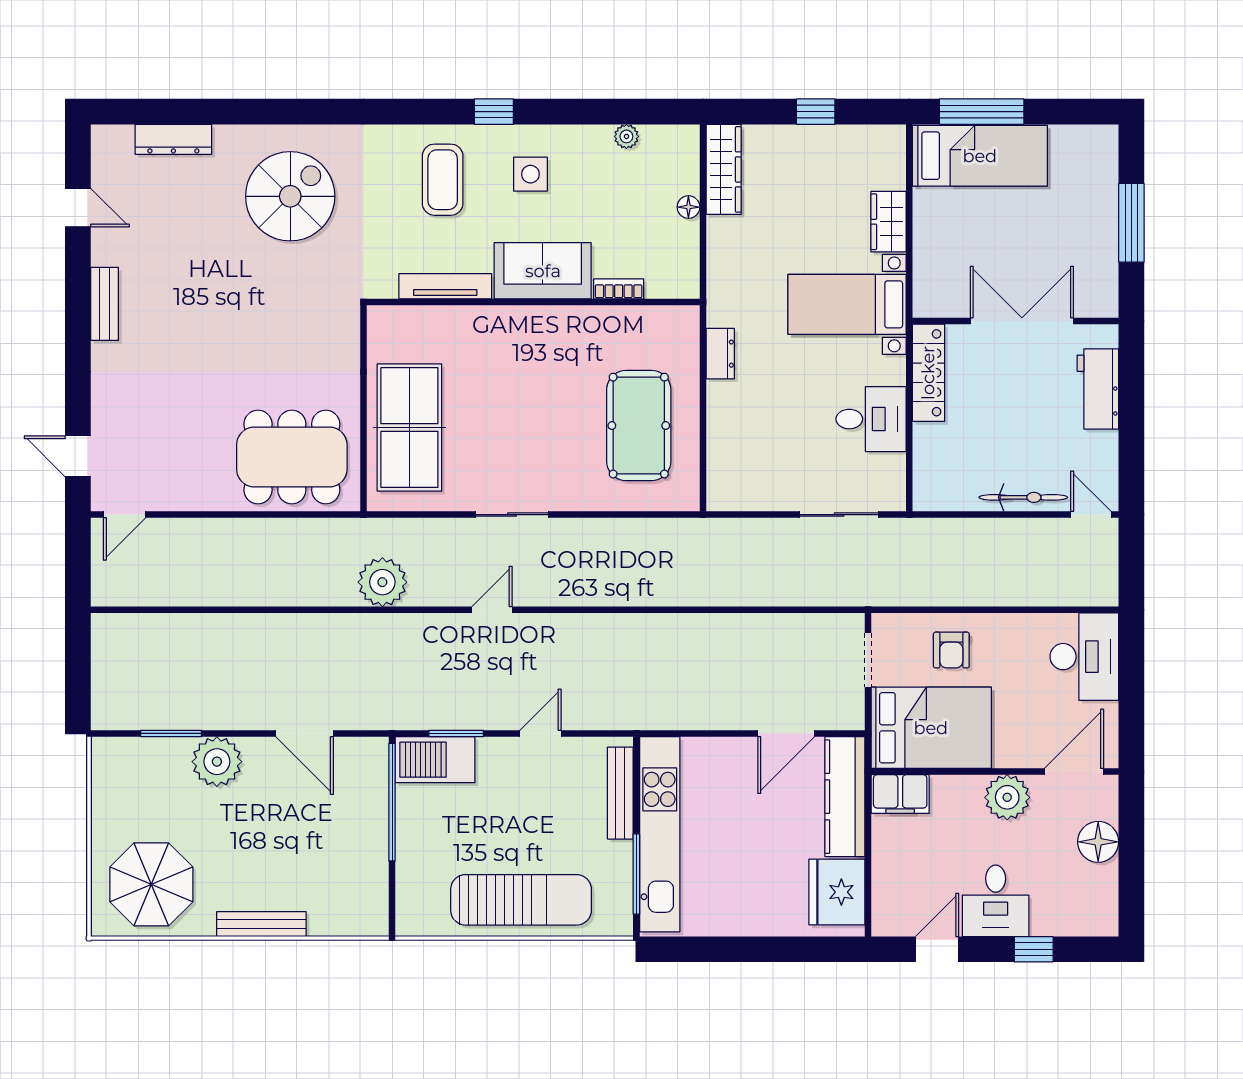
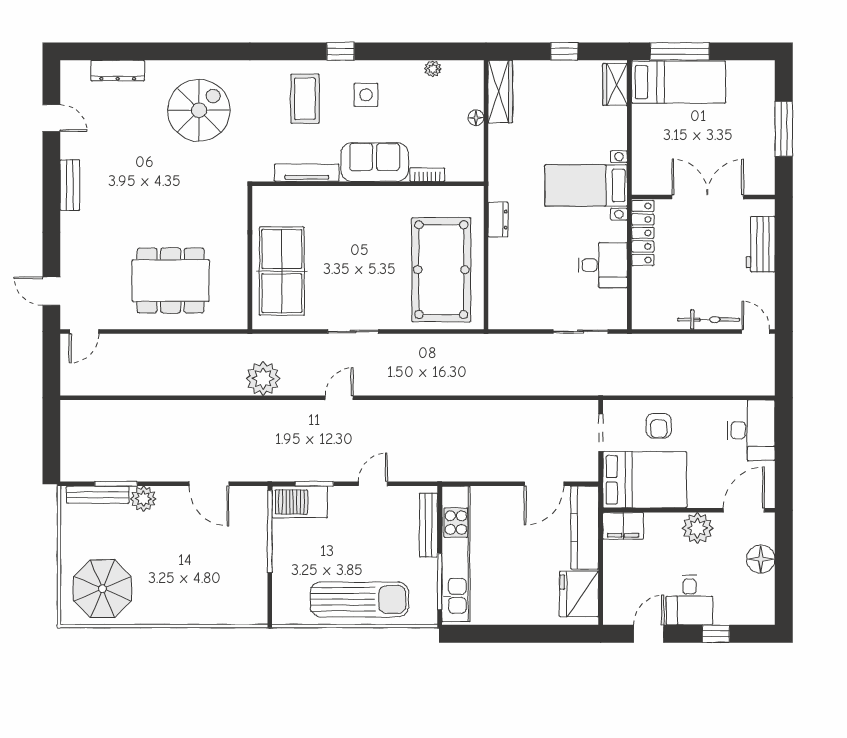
wardrobe: (889, 222) -> (615, 84), moved
pool table: (639, 426) -> (441, 270), width x1.36, depth x1.32
dining table: (292, 457) -> (171, 281), moved
plant: (217, 762) -> (143, 499), width x0.73, depth x0.73
bench: (261, 924) -> (98, 495), moved

